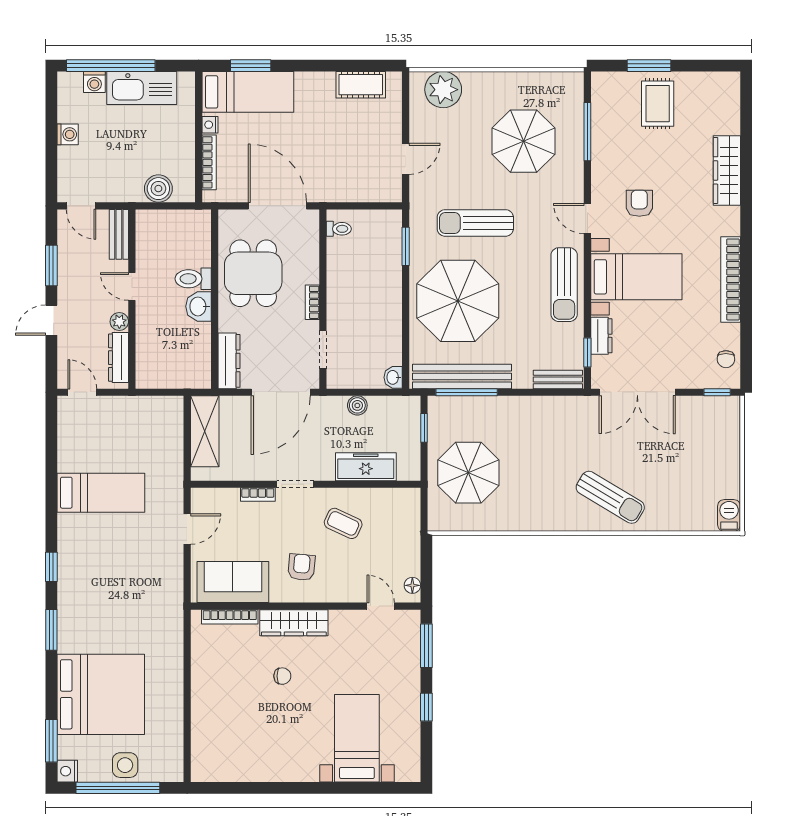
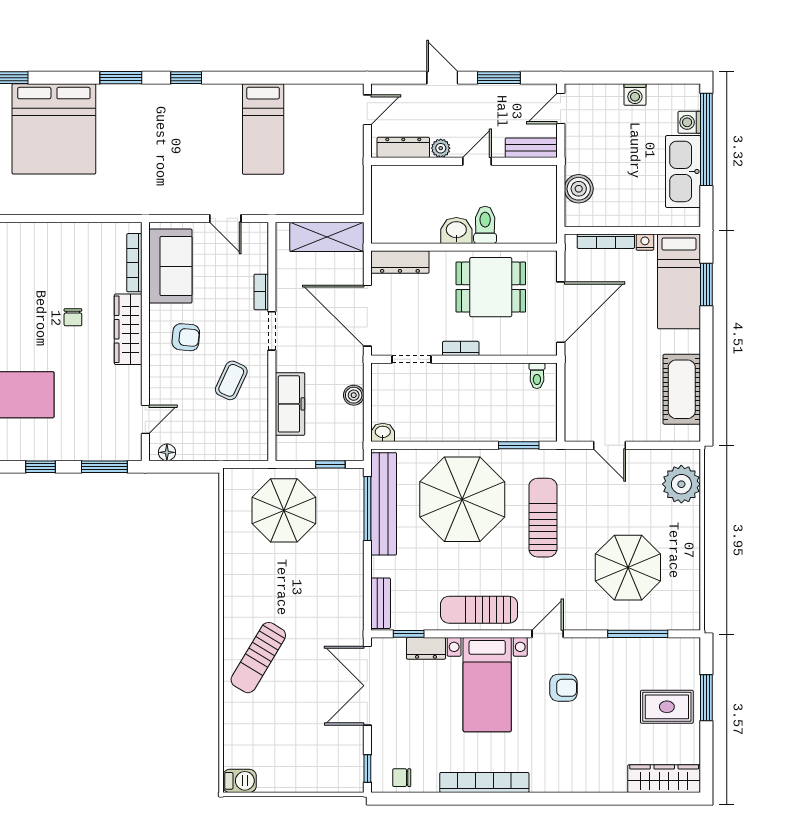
cot: (361, 85) -> (682, 389), width x1.37, depth x1.34
wardrobe: (727, 170) -> (664, 779), moved

